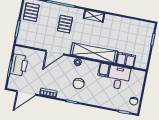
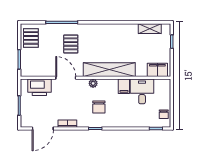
shelving: (94, 16) -> (150, 29), moved
door: (55, 53) -> (66, 78), swing flipped
filing cabinet: (126, 60) -> (157, 70), moved
printer: (19, 65) -> (39, 87), moved, turned 90

